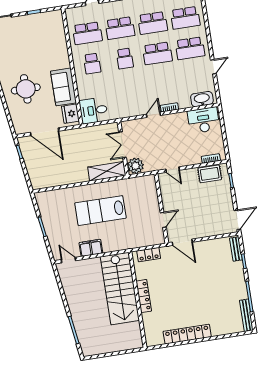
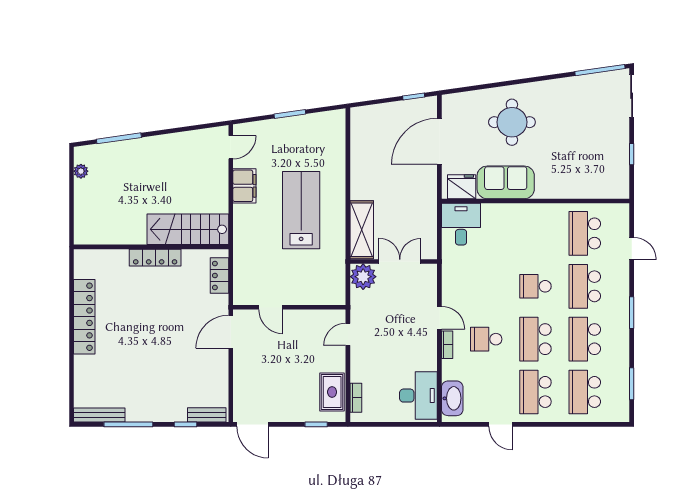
school desk: (92, 64) -> (486, 339), moved
stairs: (120, 288) -> (188, 229), width x0.73, depth x0.66
plant: (98, 350) -> (81, 171), added

